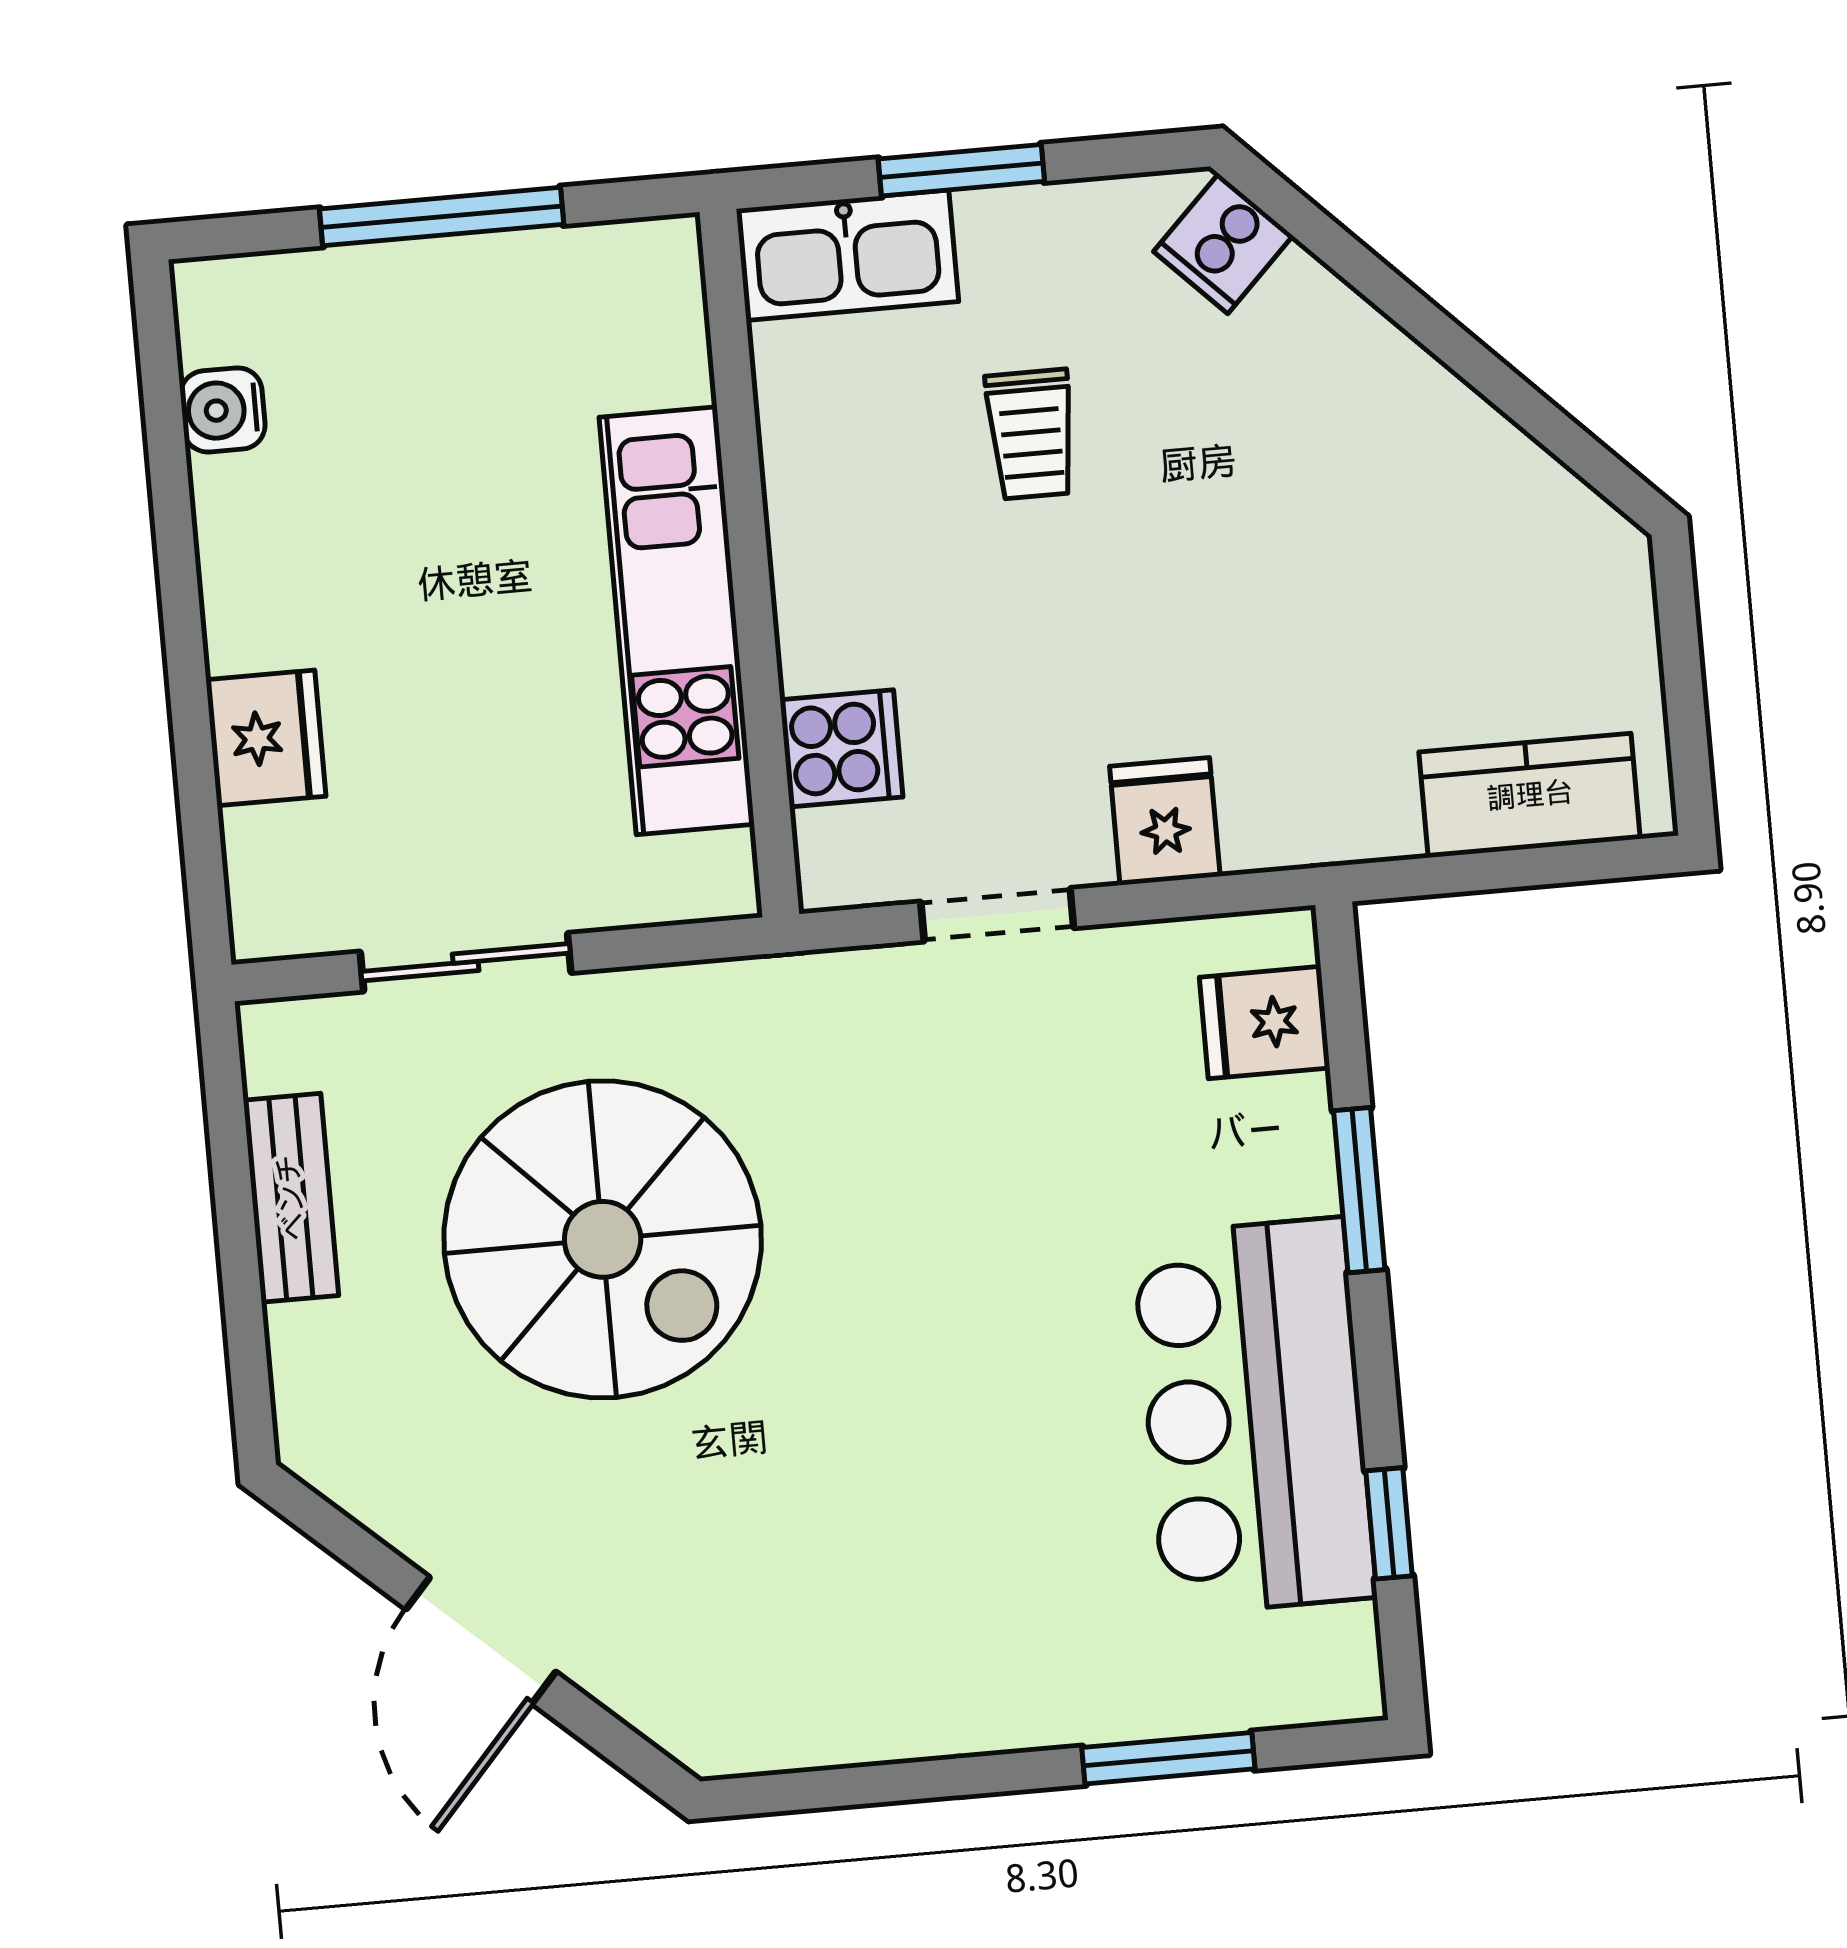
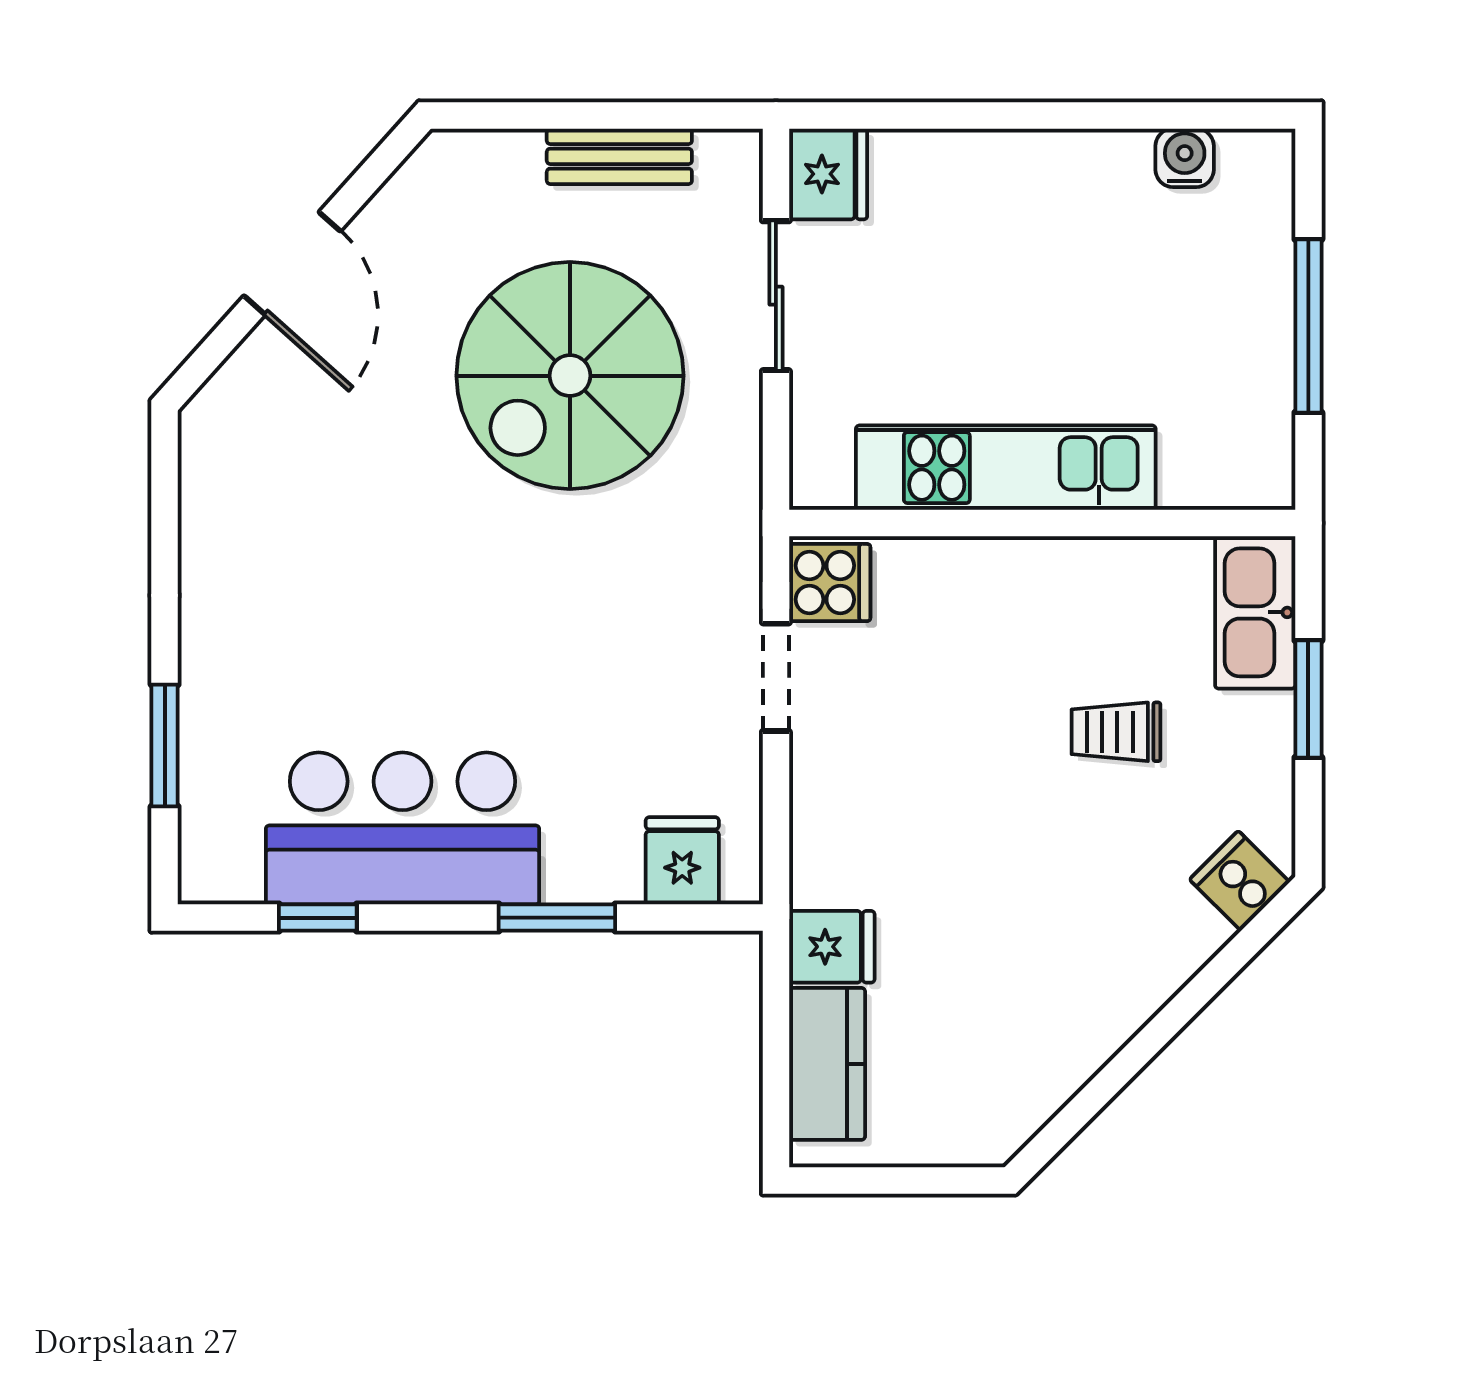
fridge: (266, 738) -> (828, 174), moved, turned -90
cooker: (841, 748) -> (830, 583), moved, turned -90
fridge: (1165, 821) -> (832, 947), moved
door: (481, 1641) -> (292, 263), swing flipped

